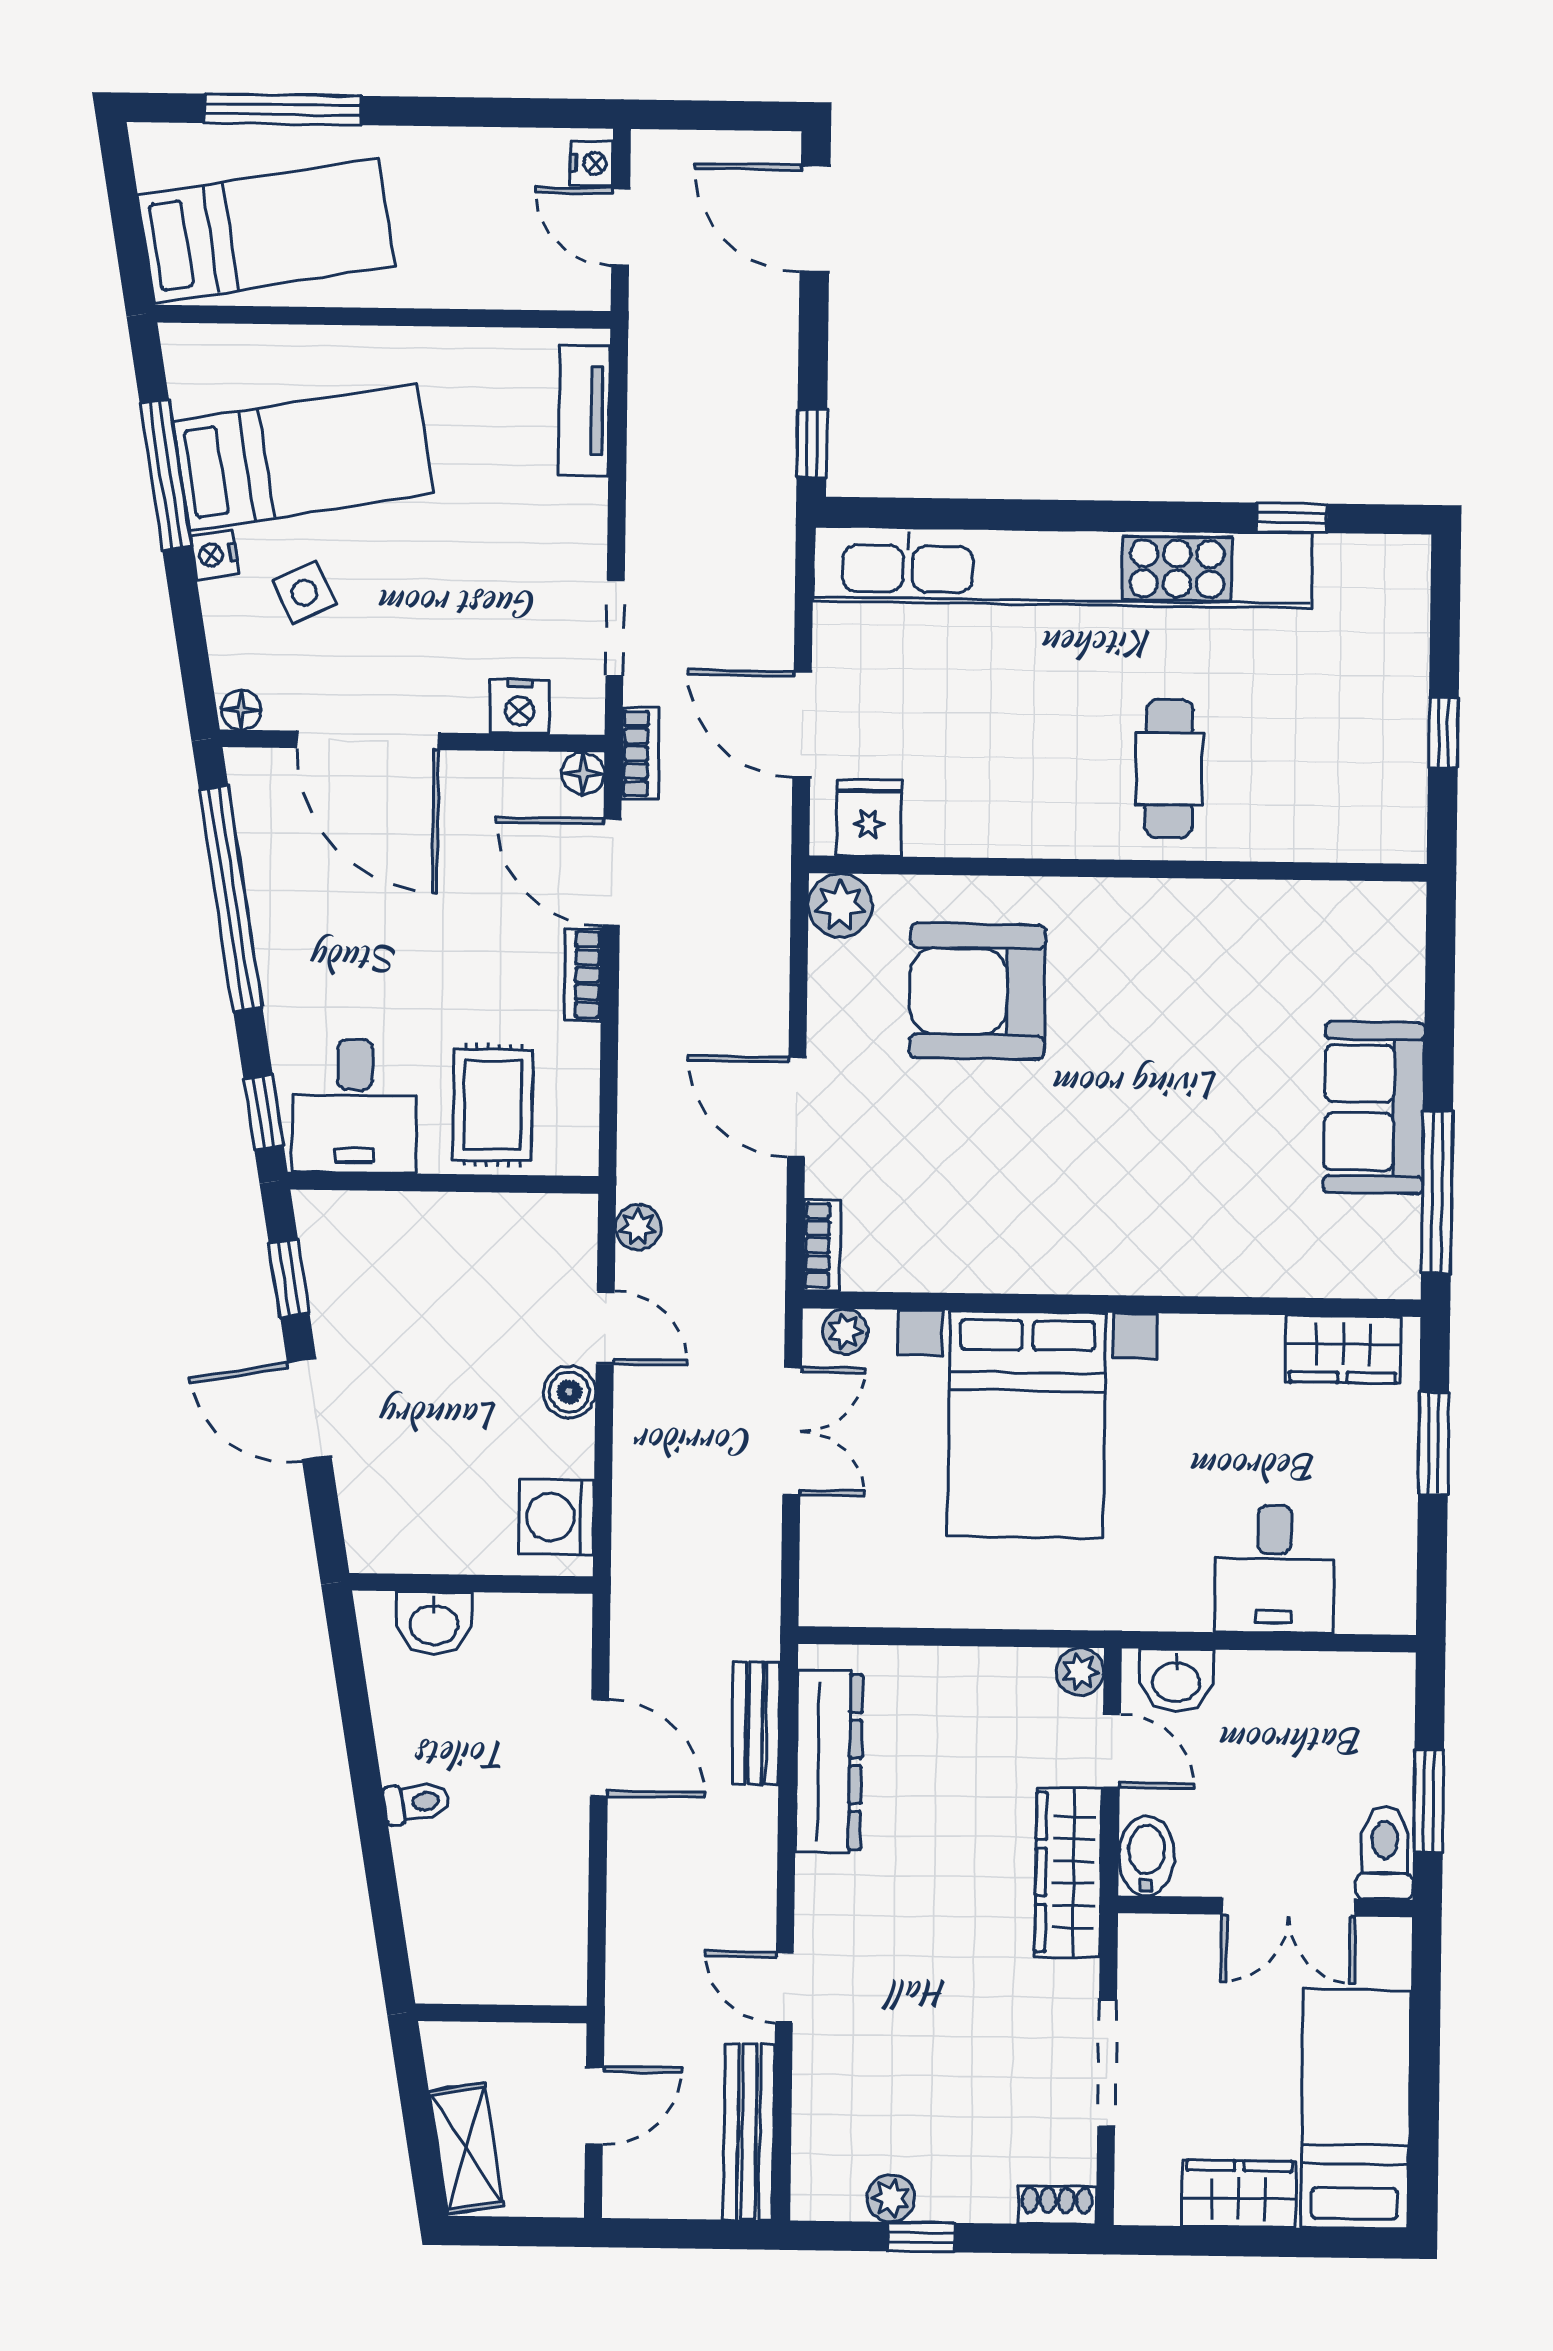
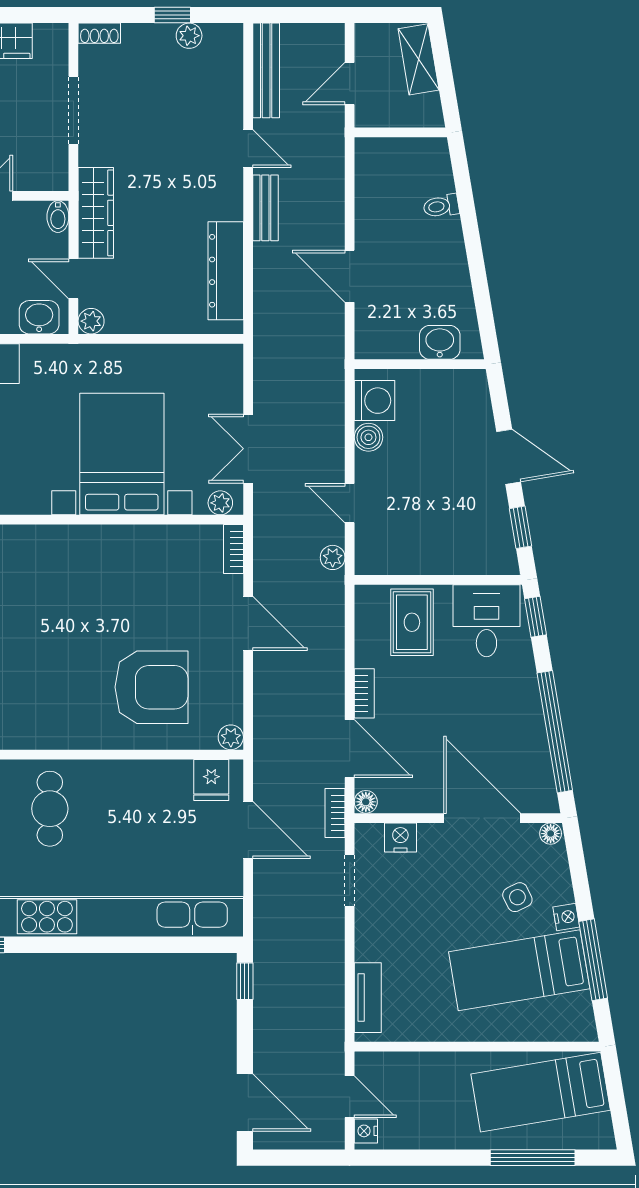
plant: (840, 905) -> (231, 737), width x0.73, depth x0.73
boiler: (569, 1392) -> (368, 437), moved
bench: (756, 1723) -> (265, 208), moved
toilet: (417, 1802) -> (441, 206), moved
bidet: (1147, 1856) -> (58, 217), width x0.72, depth x0.74

